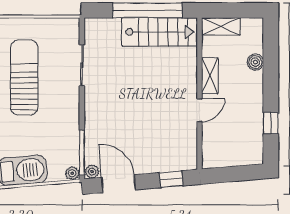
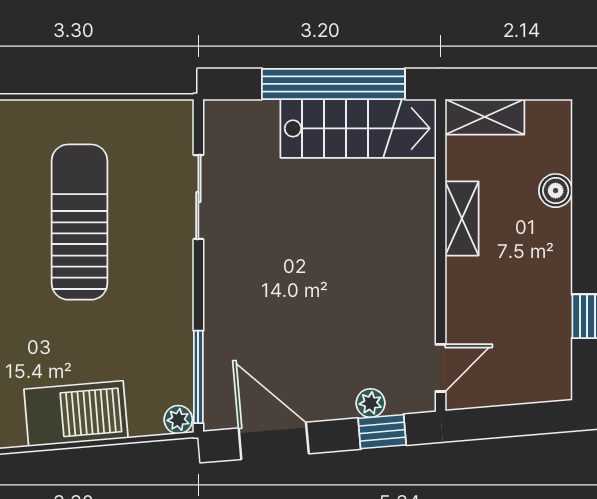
door: (200, 110) -> (441, 368), moved
plant: (92, 172) -> (371, 403), moved

